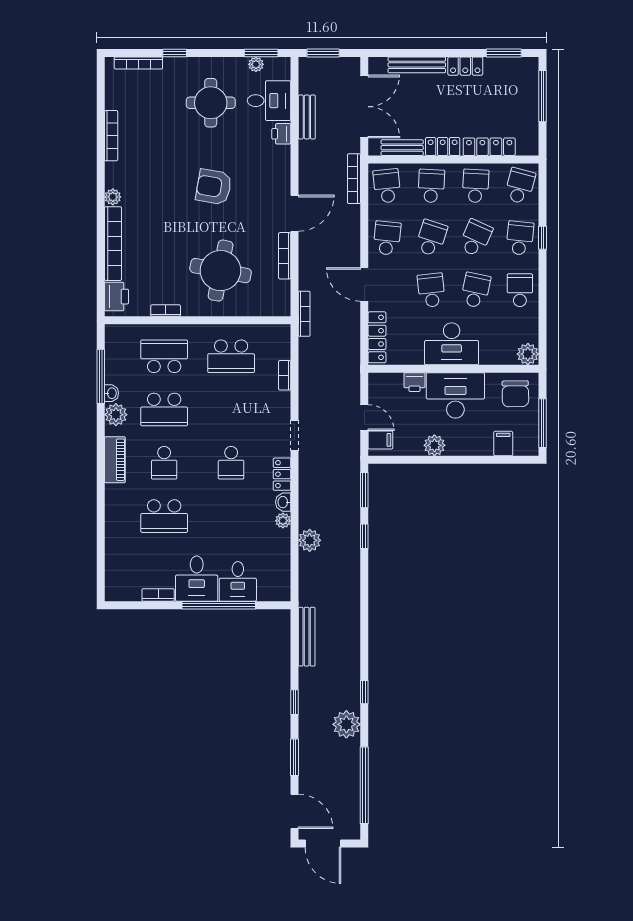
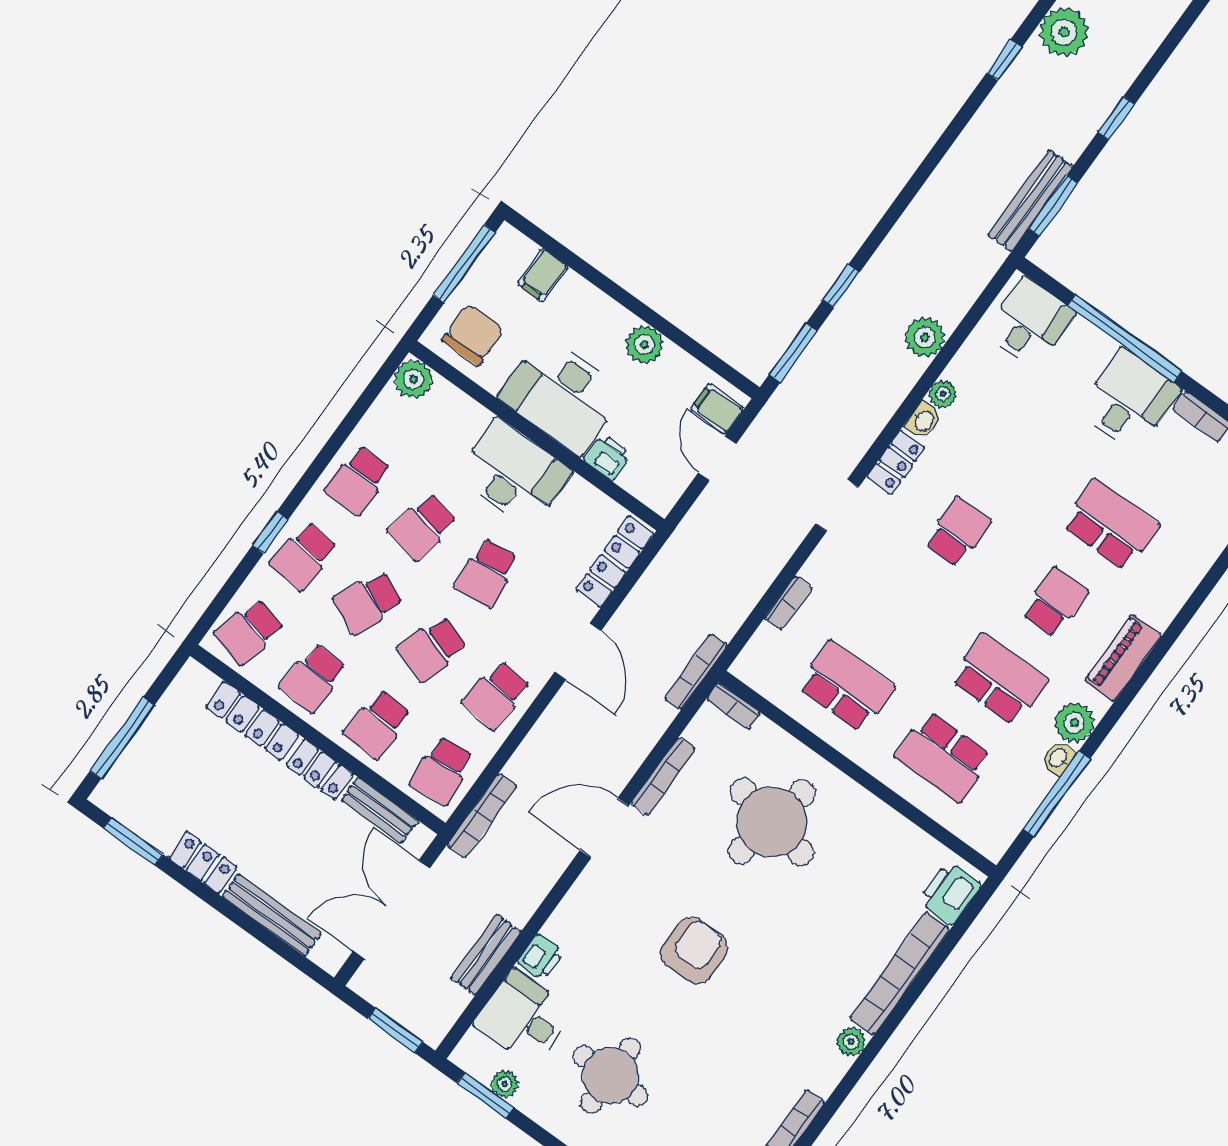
armchair: (214, 187) -> (694, 950), turned -100
bookcase: (166, 311) -> (733, 706), moved
desk: (238, 581) -> (1030, 322), moved
window: (294, 757) -> (1053, 206), moved

